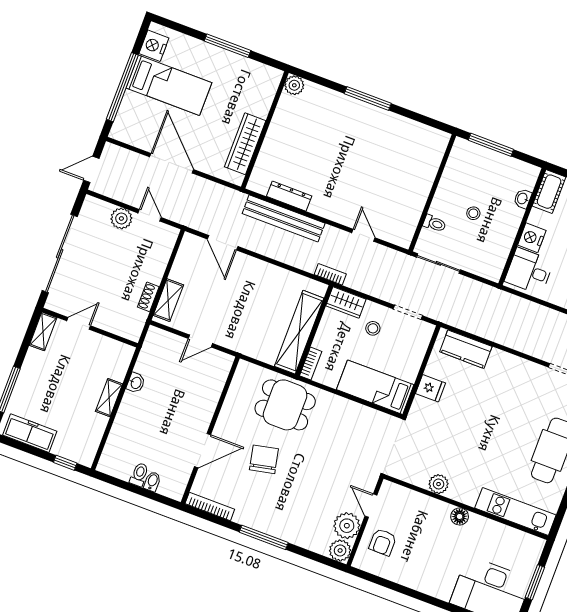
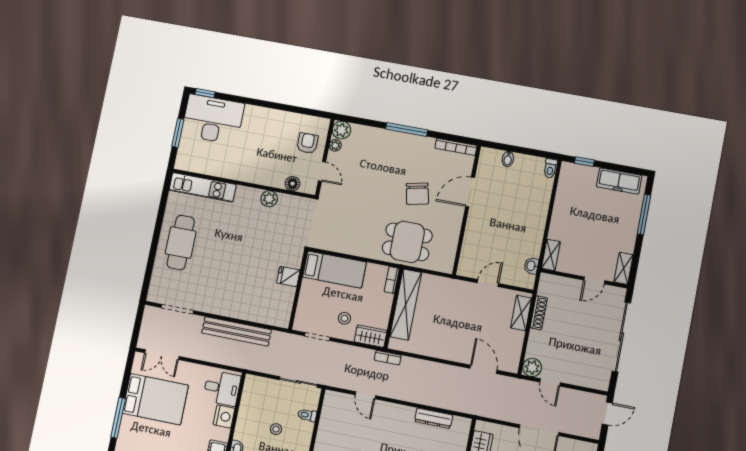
plant: (121, 218) -> (532, 367), moved
bench: (284, 218) -> (236, 331), moved
shoe rack: (148, 297) -> (539, 313), width x1.43
kitchen counter: (466, 349) -> (264, 314), removed
washbasin: (136, 383) -> (531, 266), moved
shelving: (109, 398) -> (551, 255), moved
toilet: (139, 475) -> (550, 168), moved
floor lamp: (460, 516) -> (293, 184), moved
plant: (347, 526) -> (335, 145), width x0.53, depth x0.53

